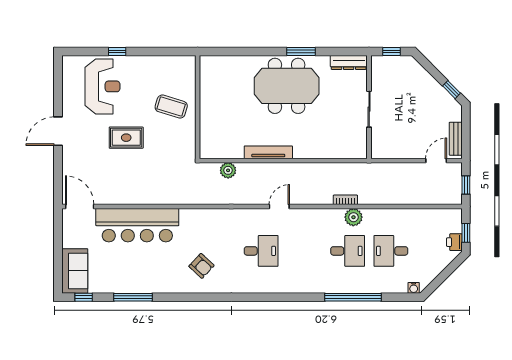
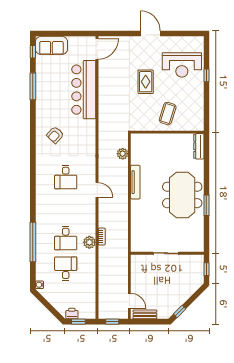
dresser: (349, 62) -> (199, 146), moved

